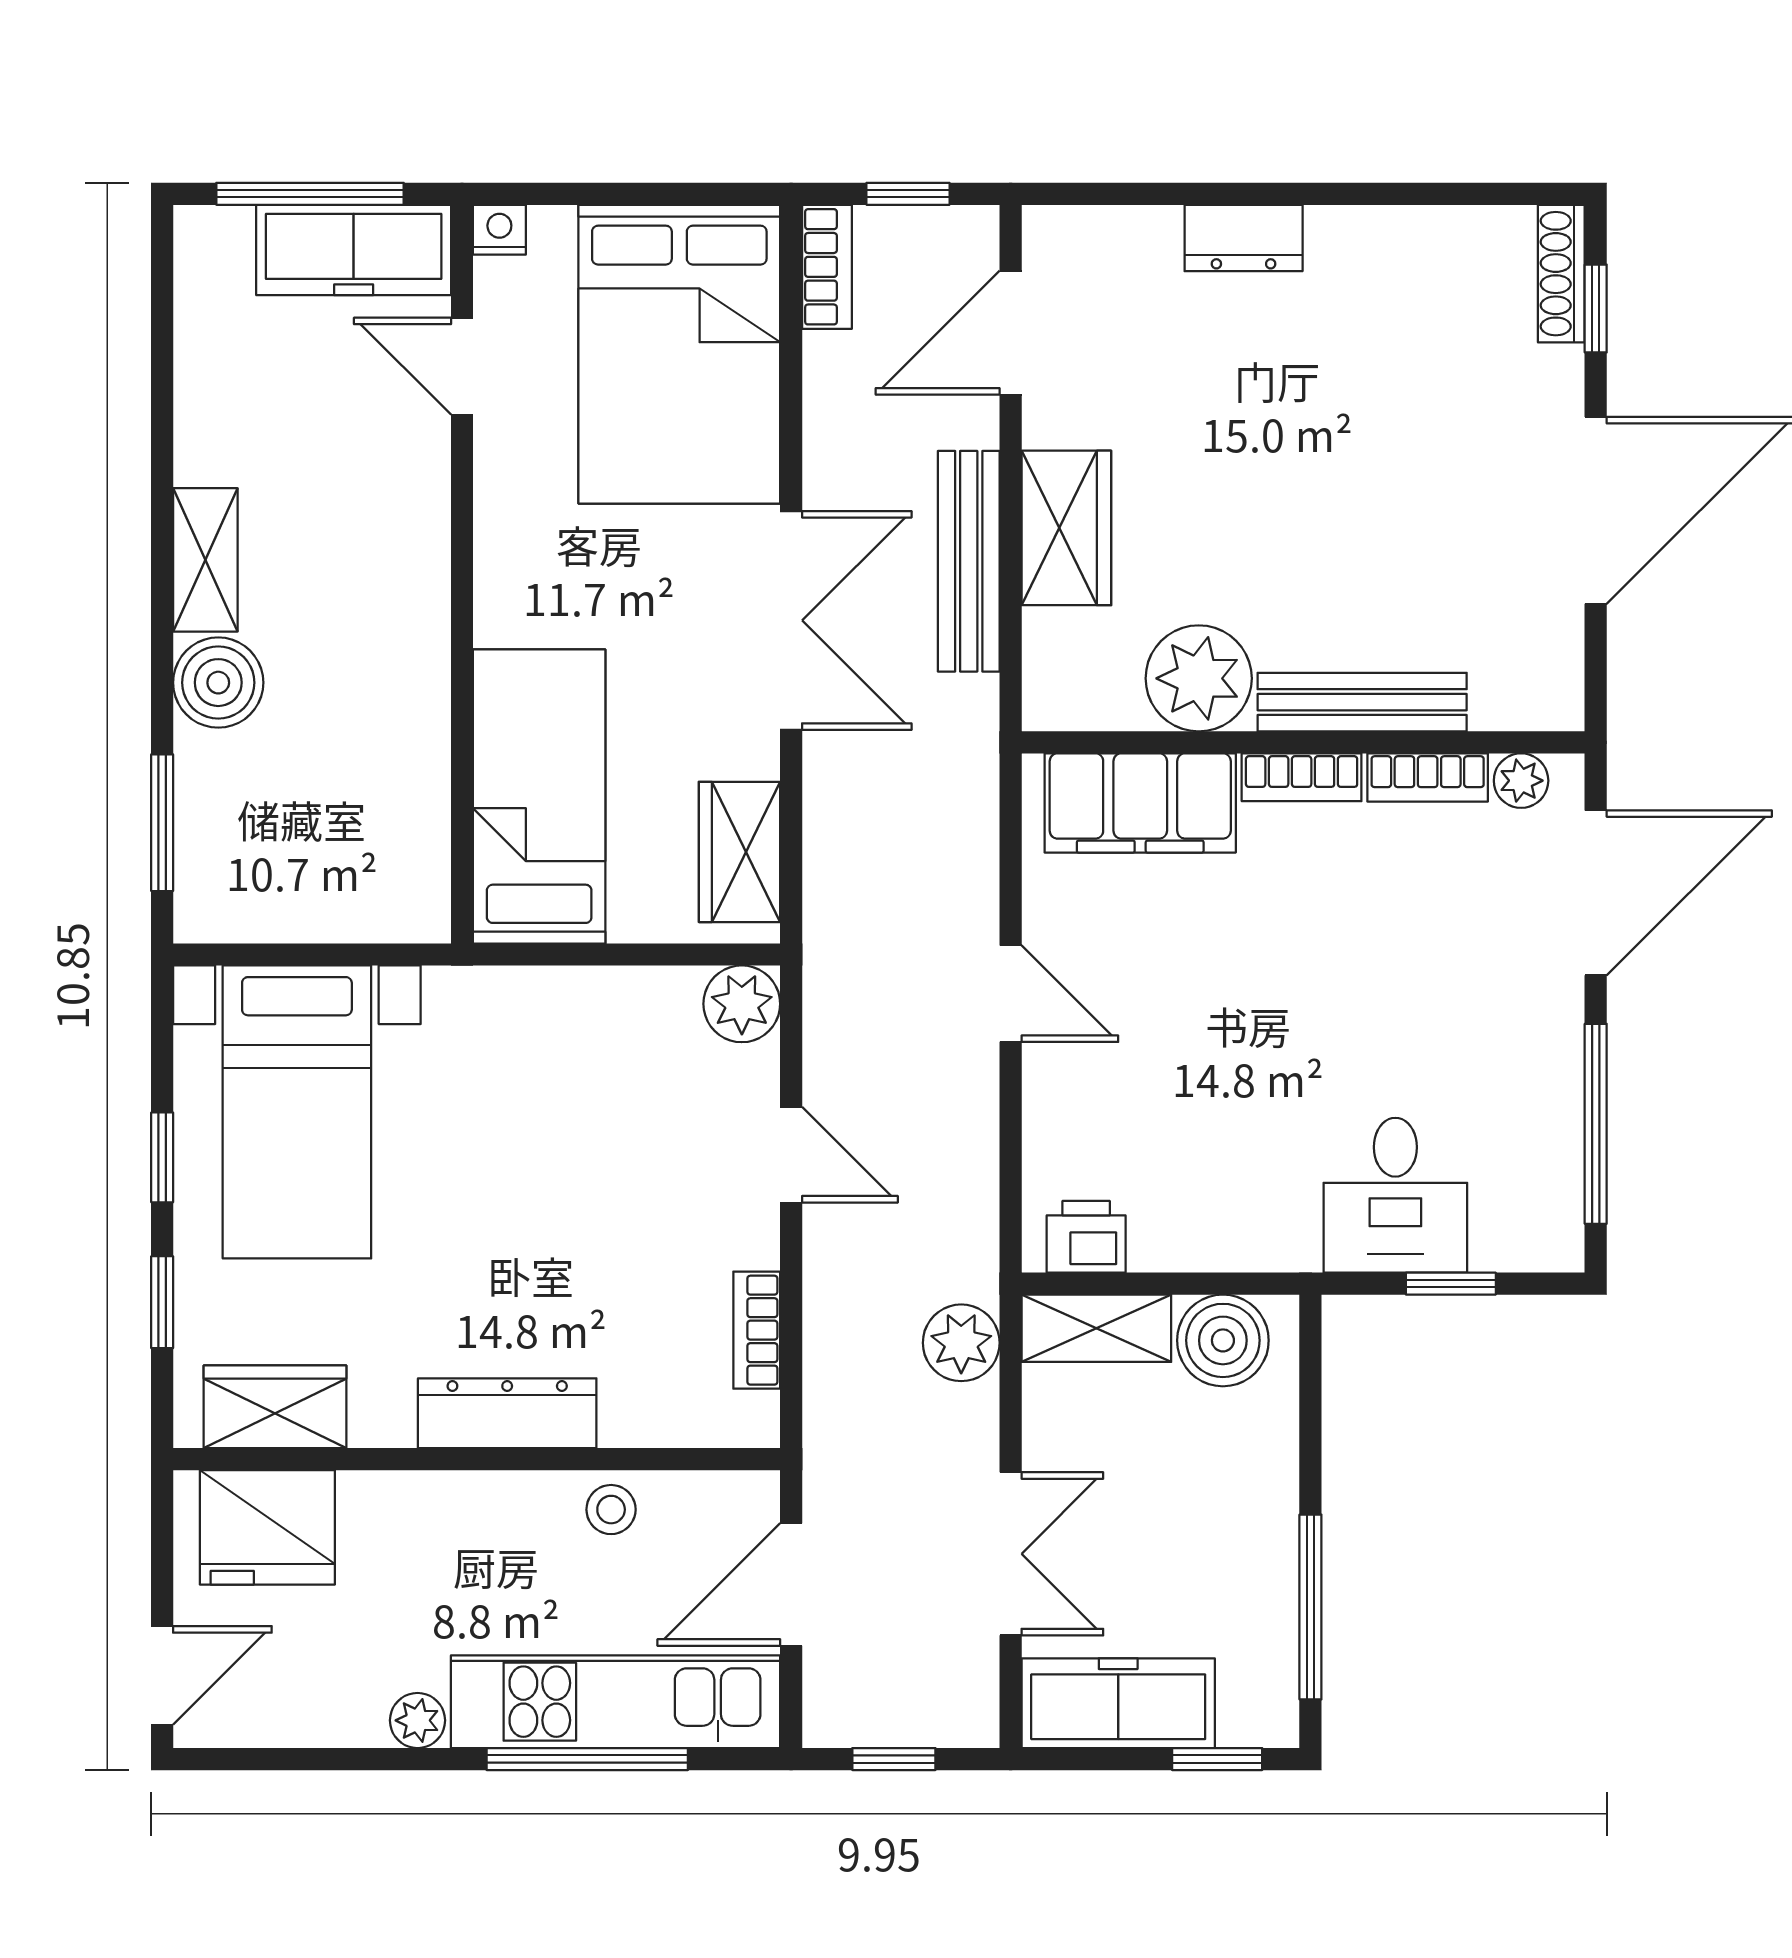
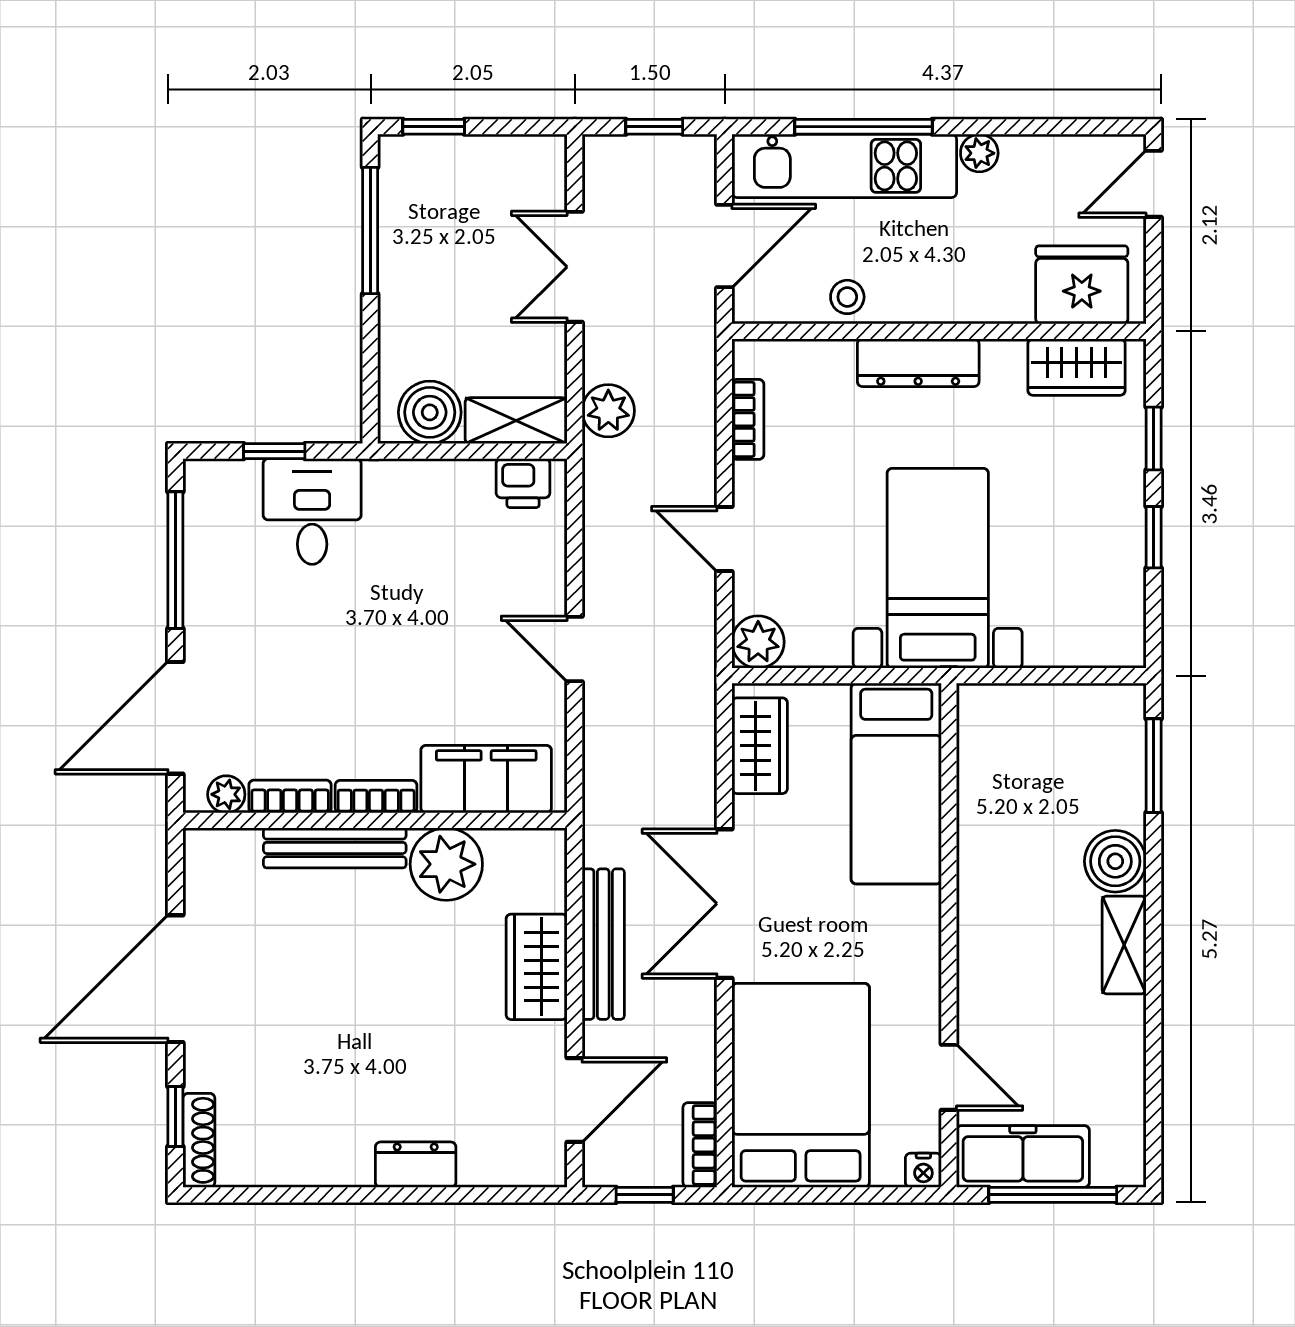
bed with nightstands: (297, 1112) -> (938, 568), moved
freezer: (1118, 1703) -> (501, 165), removed

